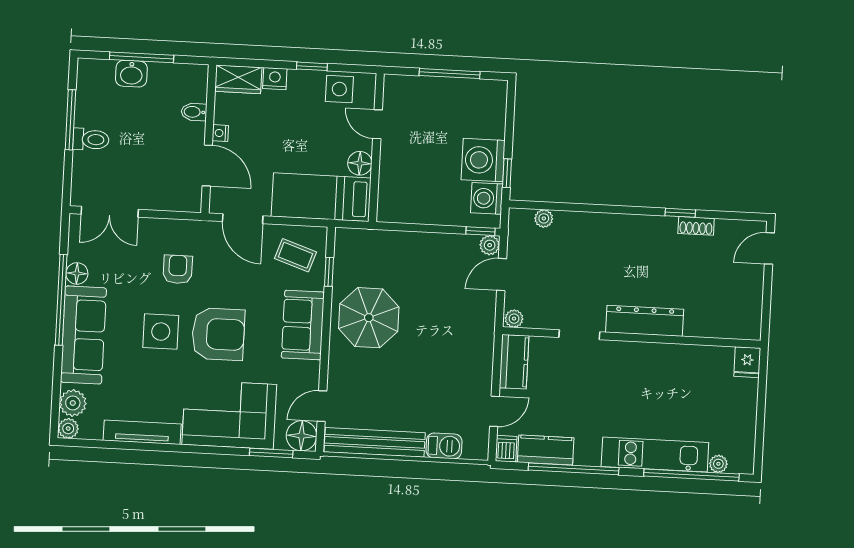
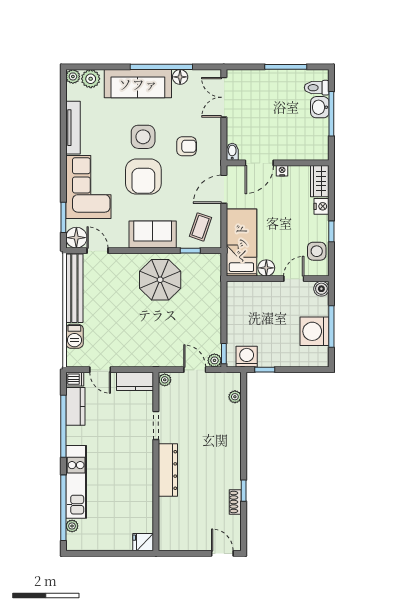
boiler: (394, 85) -> (321, 289), added
bidet: (194, 112) -> (232, 152), moved
toilet: (91, 139) -> (317, 88), moved, turned 90
washing machine: (483, 160) -> (314, 331), moved, turned -90

